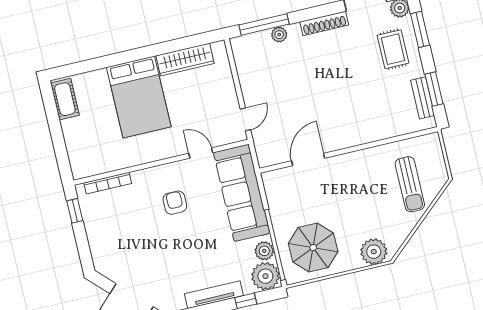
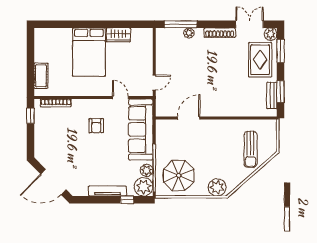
rug: (393, 49) -> (260, 60), width x1.36, depth x1.43
wardrobe: (185, 60) -> (118, 35), width x0.67
cot: (65, 99) -> (41, 76), moved
armchair: (175, 203) -> (96, 126), turned 180

